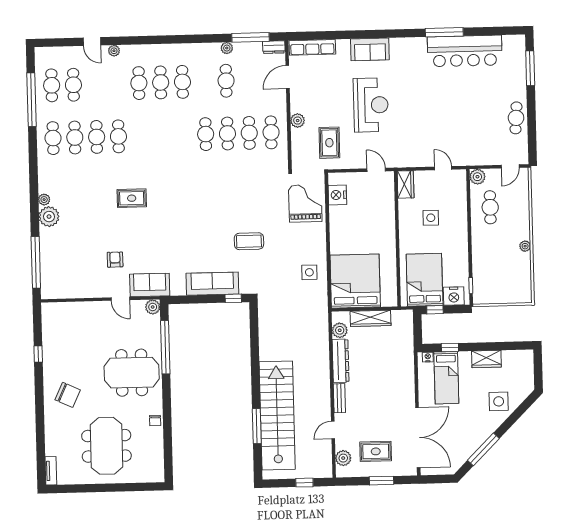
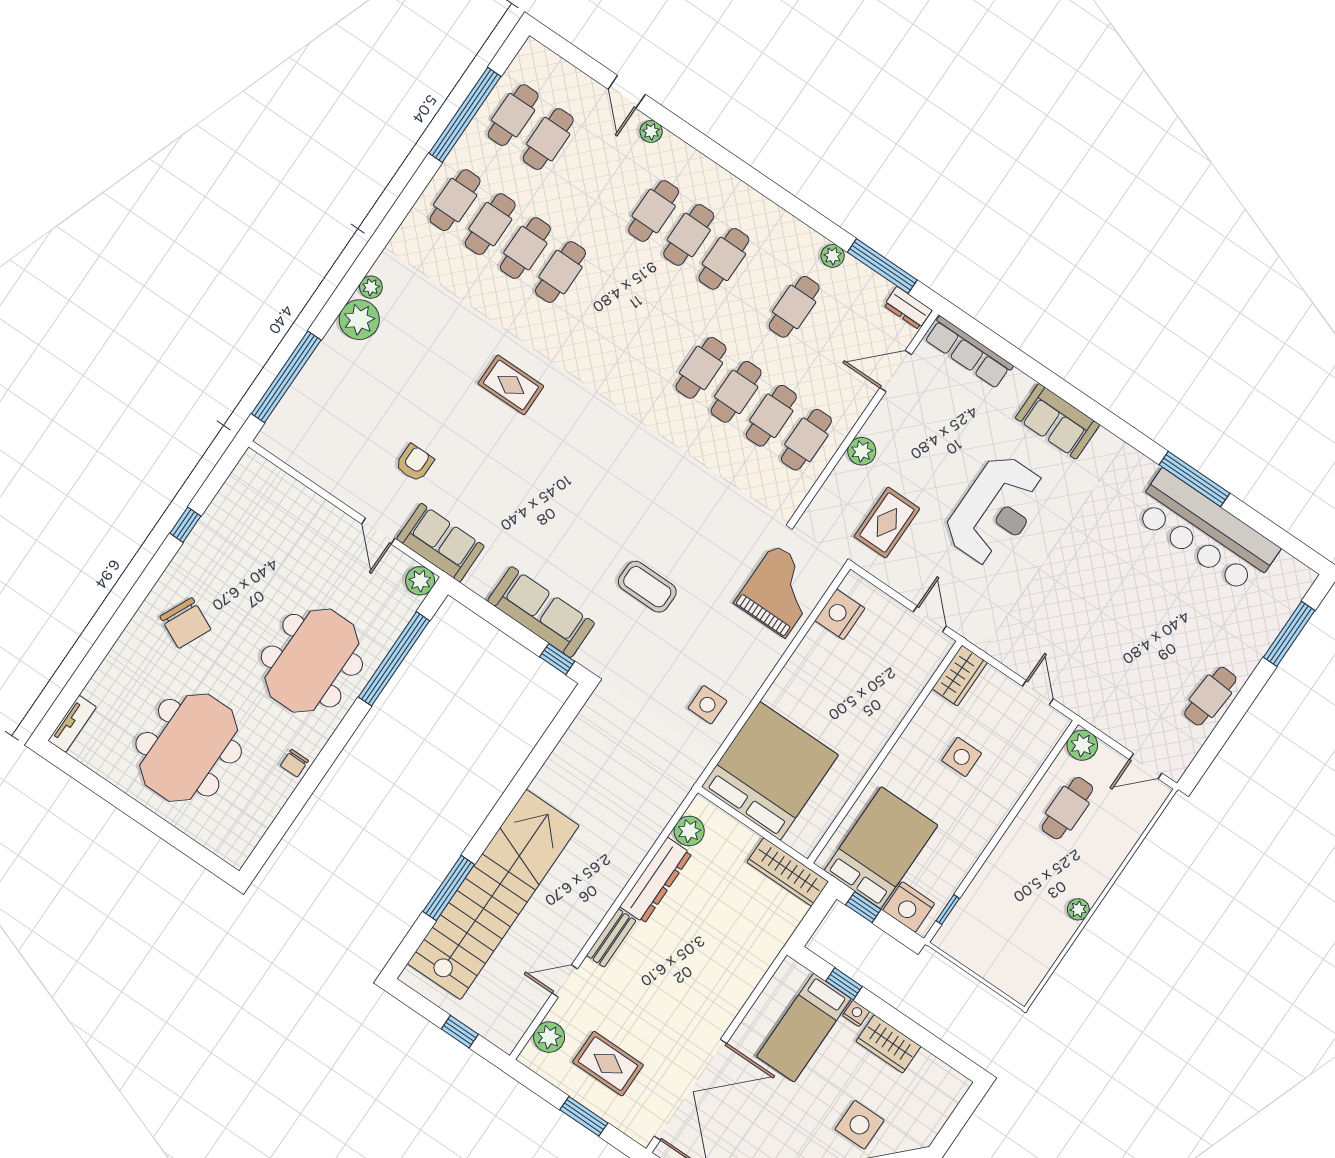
wardrobe: (371, 318) -> (788, 872), moved
nightstand: (428, 357) -> (856, 1013), moved
meeting table: (132, 373) -> (312, 661), turned 90

